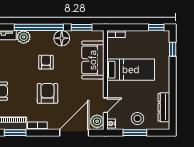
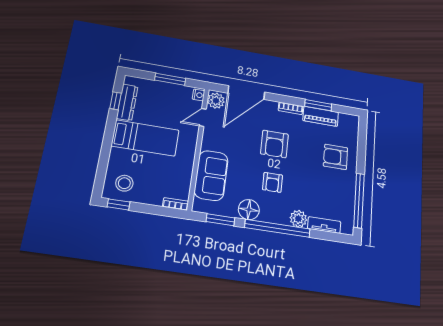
window: (173, 49) -> (116, 101), moved
bed: (131, 70) -> (145, 138), moved, turned 180
stool: (137, 119) -> (124, 183), moved

